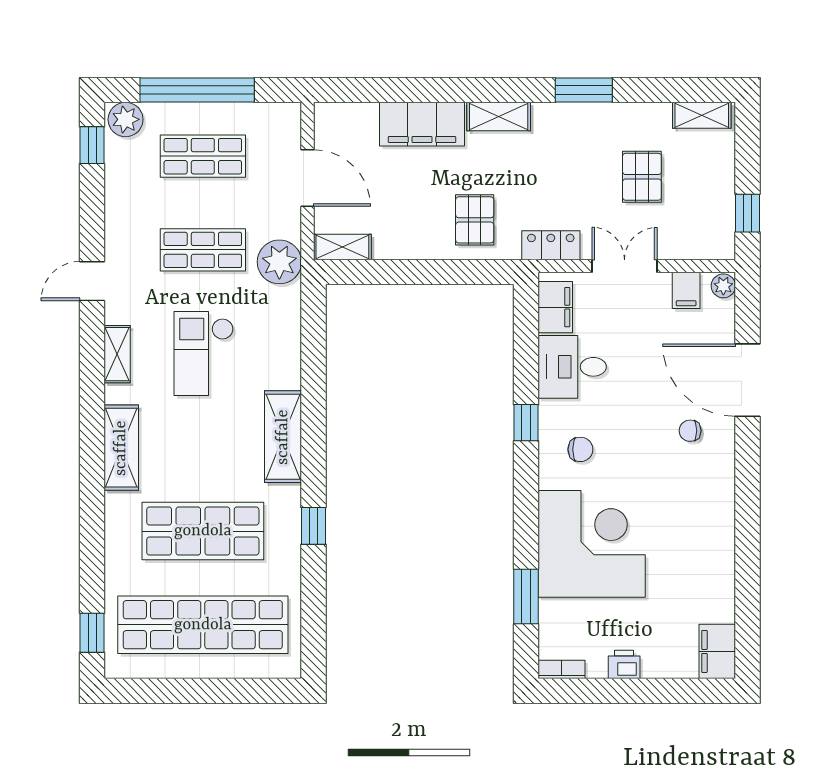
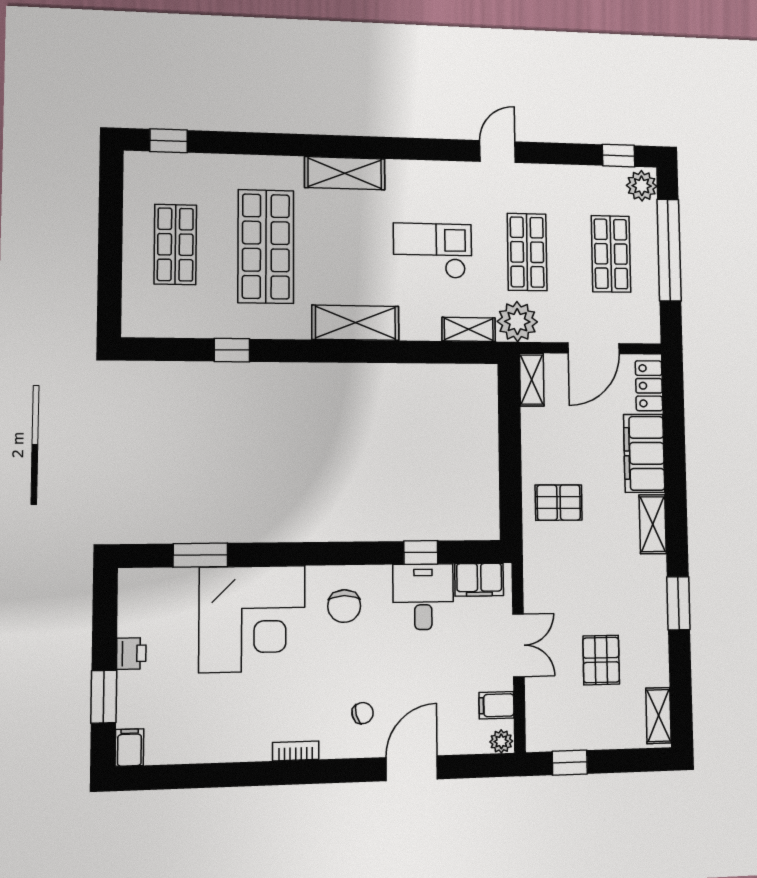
pallet: (642, 177) -> (601, 660), turned 90
locker: (551, 245) -> (649, 386), moved, turned 180
door: (92, 281) -> (498, 152), hinge flipped
shelving: (117, 354) -> (469, 329), moved
door: (748, 380) -> (412, 768), width x0.73
window: (526, 423) -> (421, 552), moved
chair: (690, 431) -> (363, 713), turned 75
chair: (580, 449) -> (344, 606), width x1.37, depth x1.37
window: (314, 526) -> (232, 350), moved
shop shelf: (203, 625) -> (175, 244), width x0.50, depth x0.74
filing cabinet: (717, 651) -> (129, 747), width x0.50
bookcase: (562, 669) -> (296, 751), moved, turned -90
window: (666, 691) -> (104, 697), added

